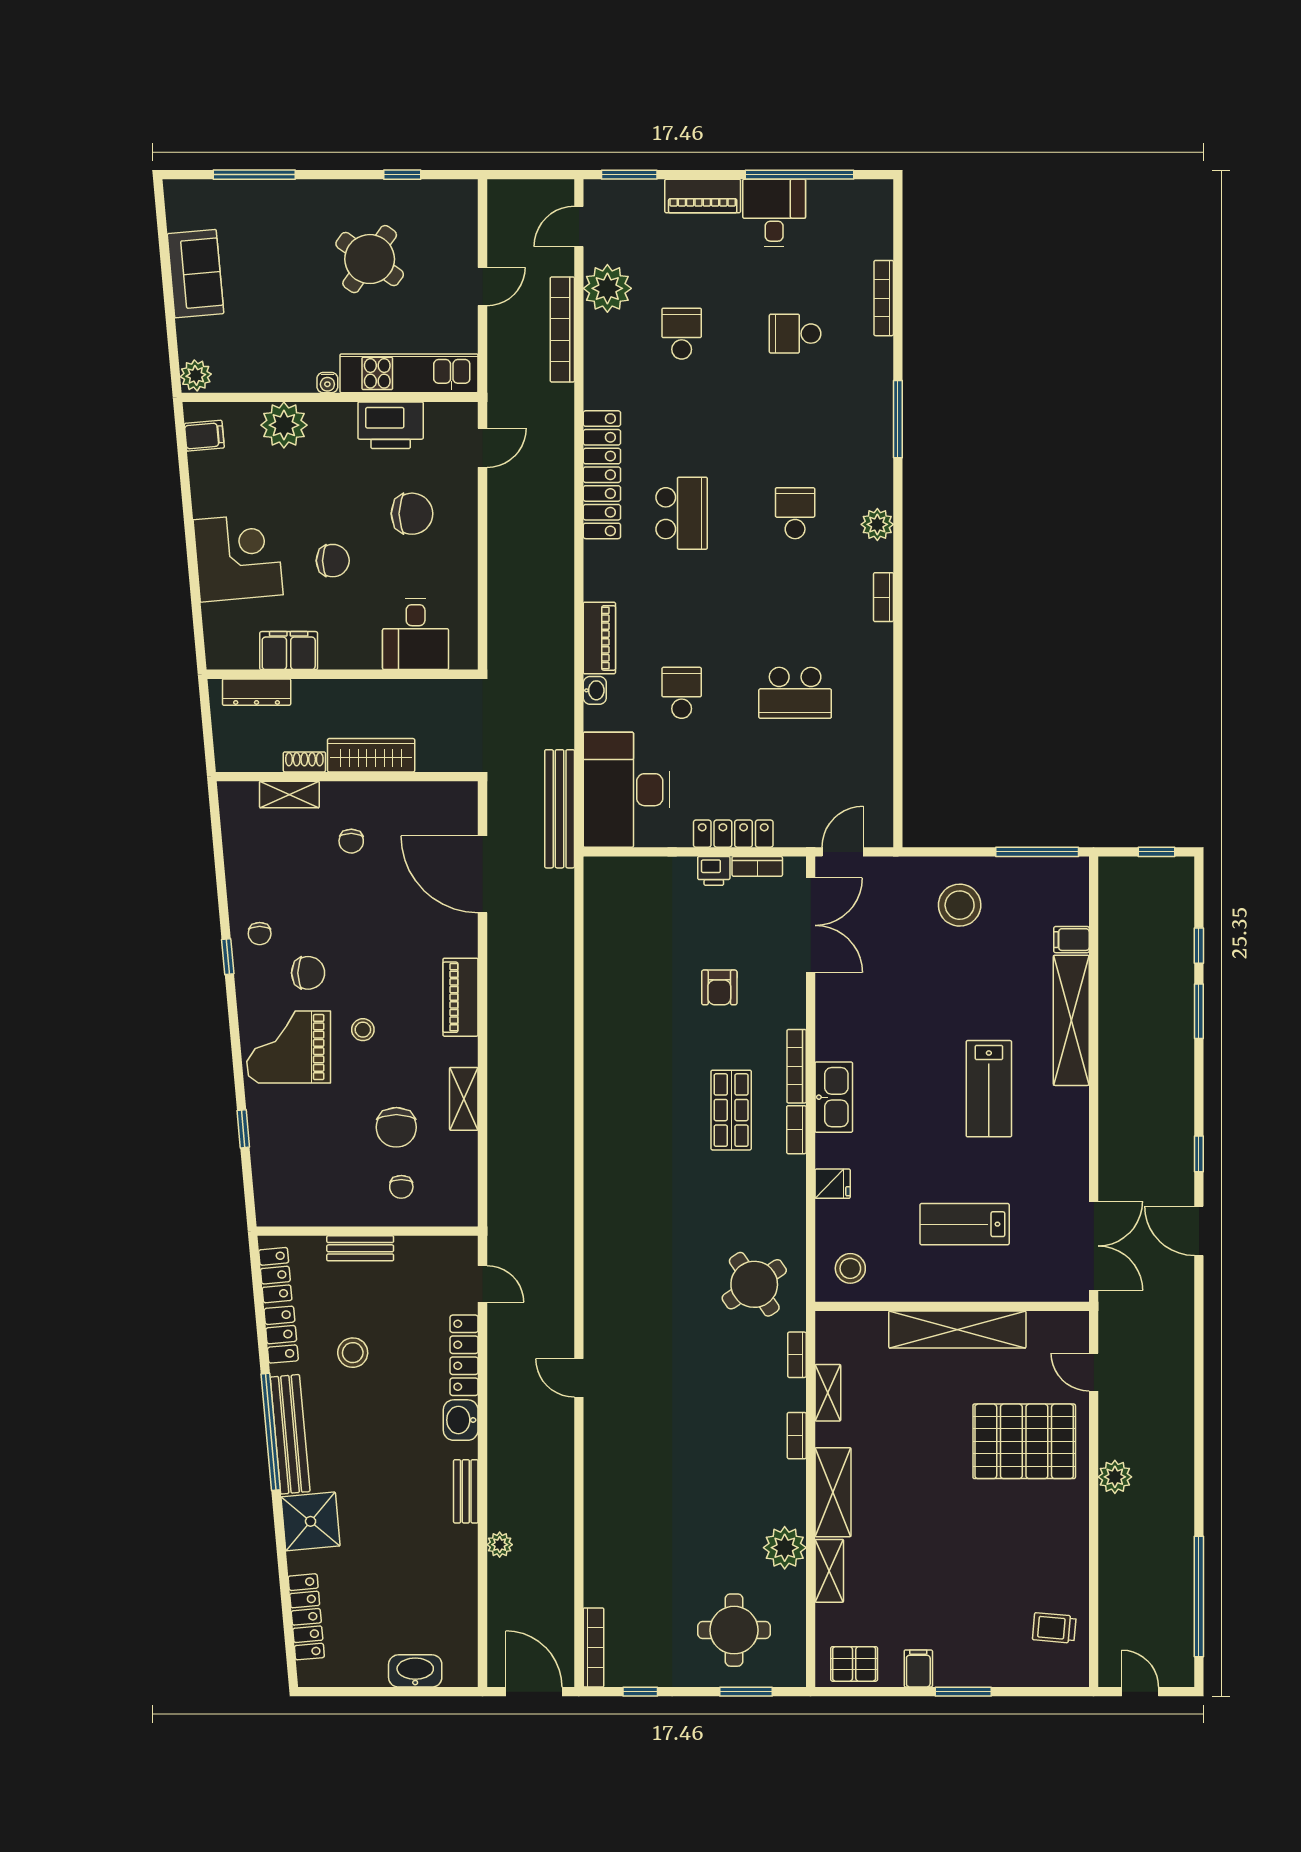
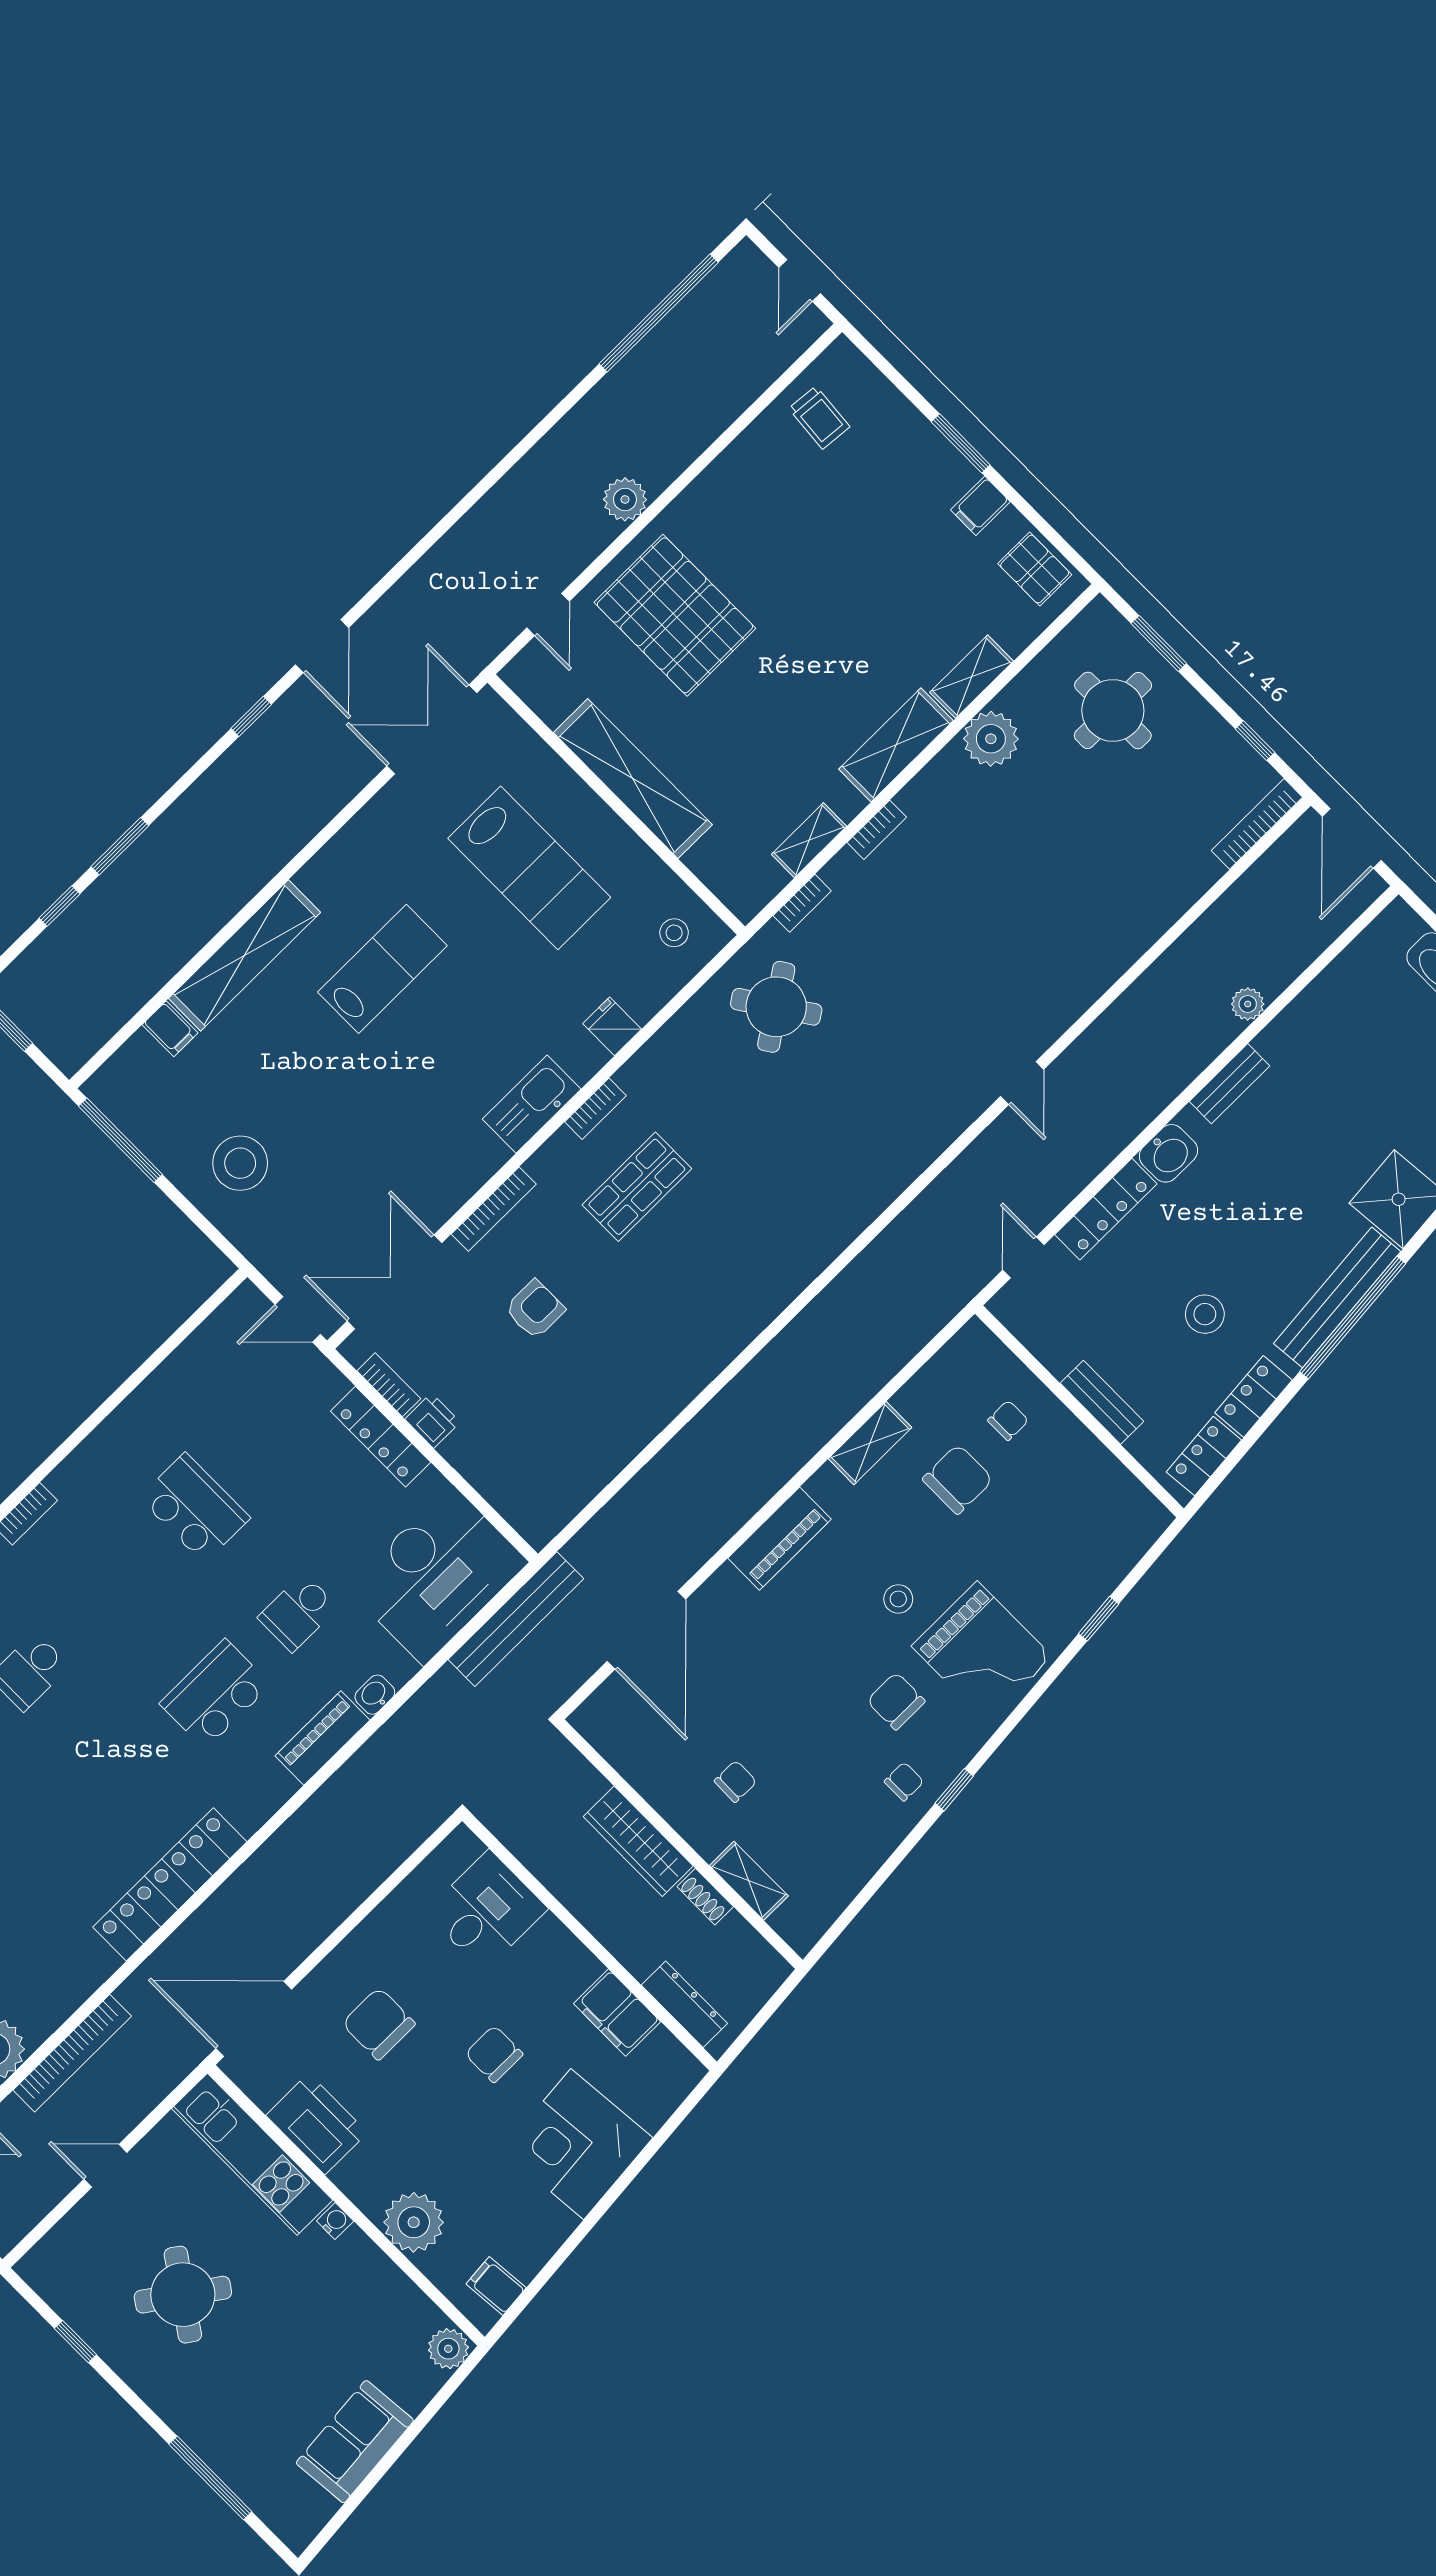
door: (482, 448) -> (254, 2019), width x1.88
school desk: (682, 513) -> (215, 1694), moved
bookcase: (797, 1066) -> (494, 1209), moved
lab bench: (965, 1224) -> (529, 868), width x1.36, depth x1.39
stool: (850, 1268) -> (674, 933), width x0.73, depth x0.73

